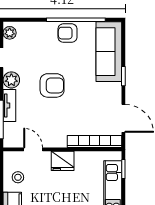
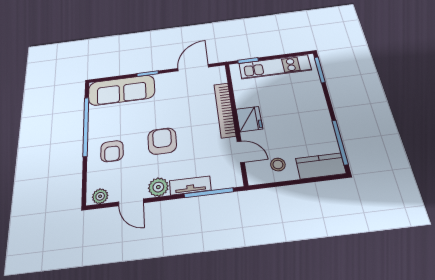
armchair: (67, 33) -> (112, 151), moved
bookcase: (94, 141) -> (225, 110), moved
door: (33, 149) -> (241, 152), swing flipped

